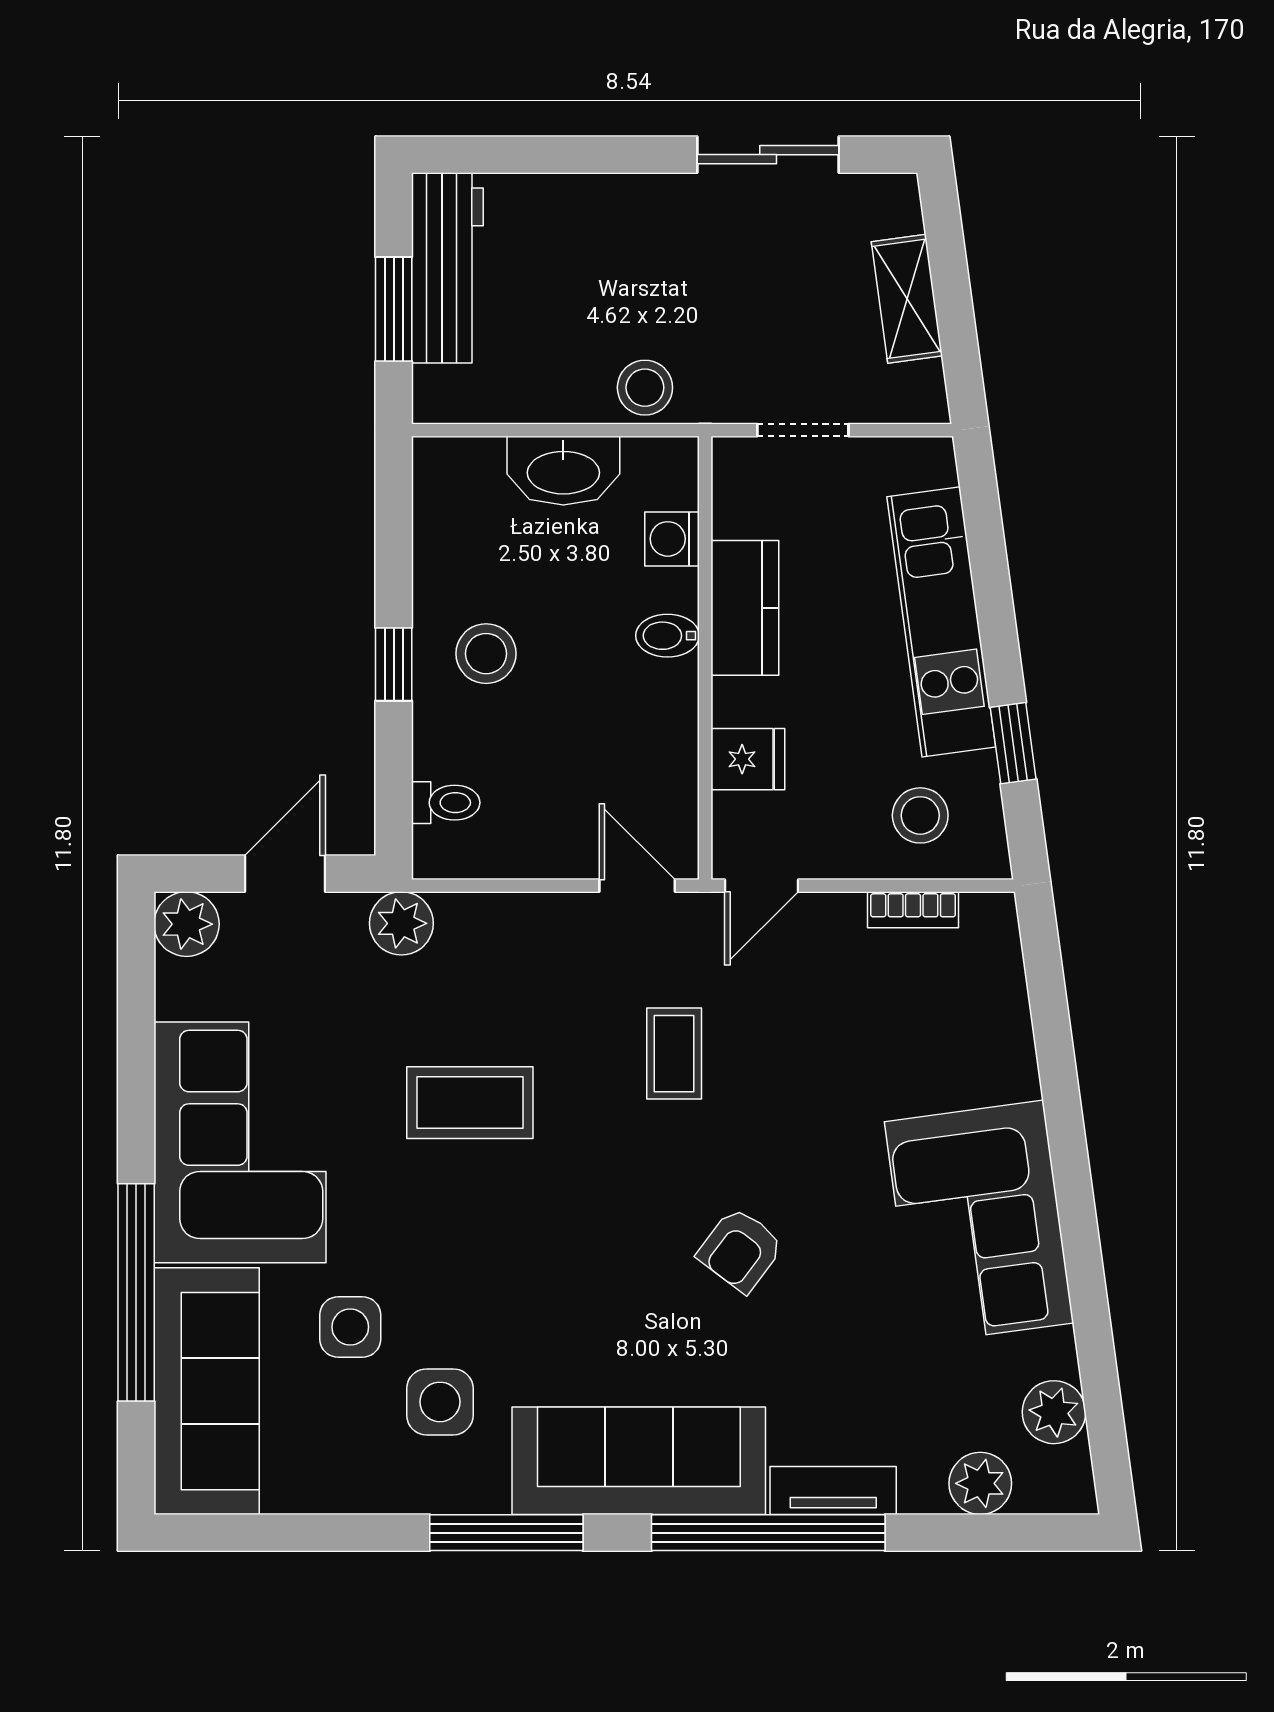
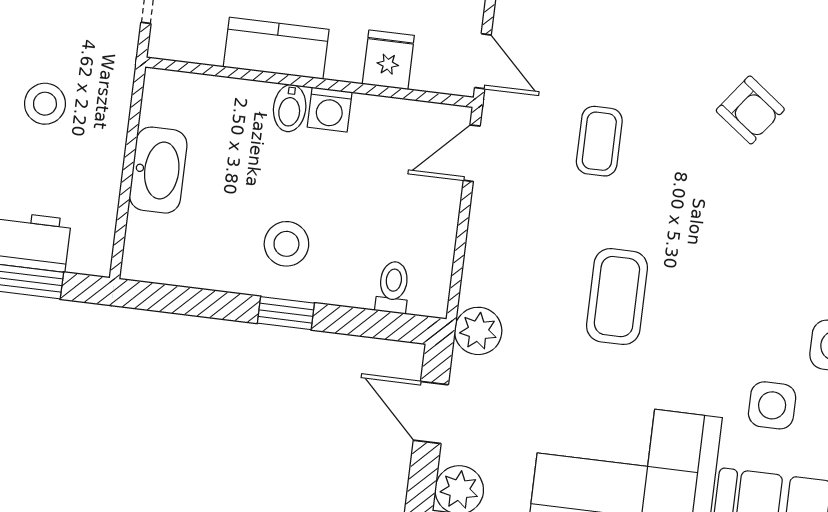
stool: (645, 388) -> (45, 104), moved
washing machine: (672, 539) -> (330, 110), moved
coffee table: (674, 1054) -> (599, 141), turned 90

